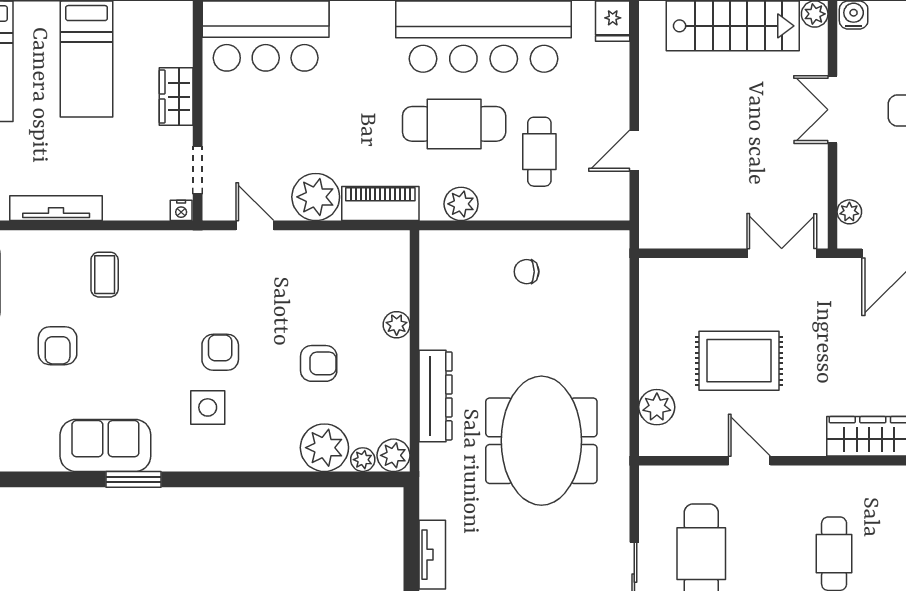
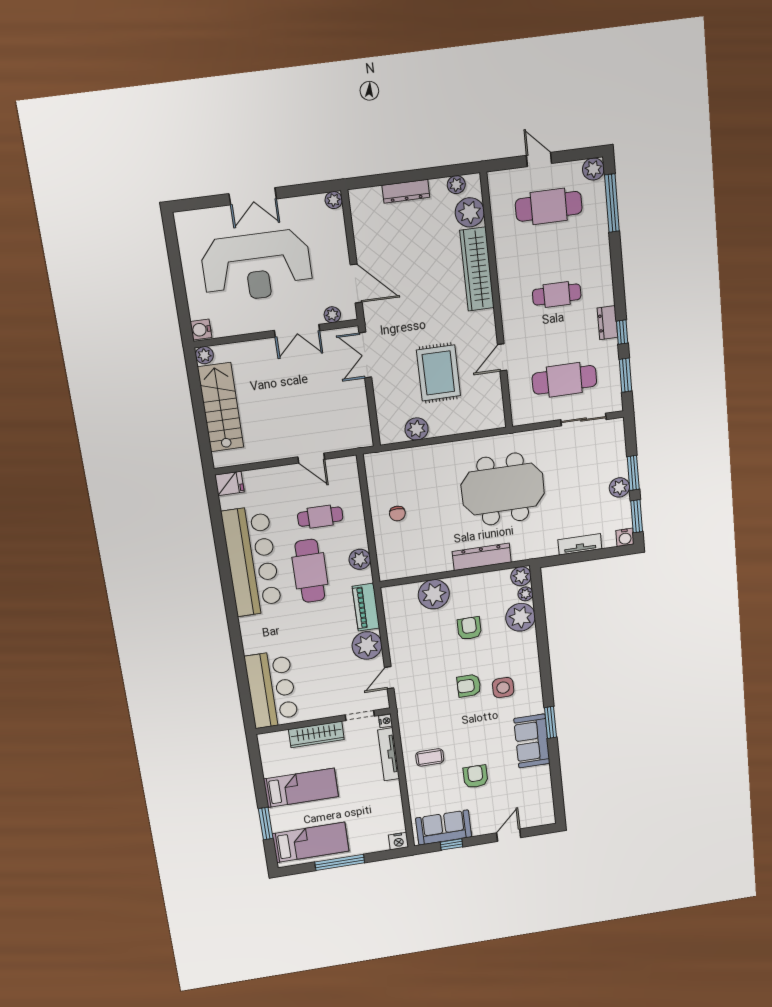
wardrobe: (176, 97) -> (316, 734), width x1.50
double door: (833, 110) -> (297, 331), moved
tv unit: (56, 208) -> (389, 754), moved
plant: (397, 325) -> (434, 594), width x1.87, depth x1.87
armchair: (58, 346) -> (475, 777), turned -90
plant: (657, 407) -> (417, 429), moved

